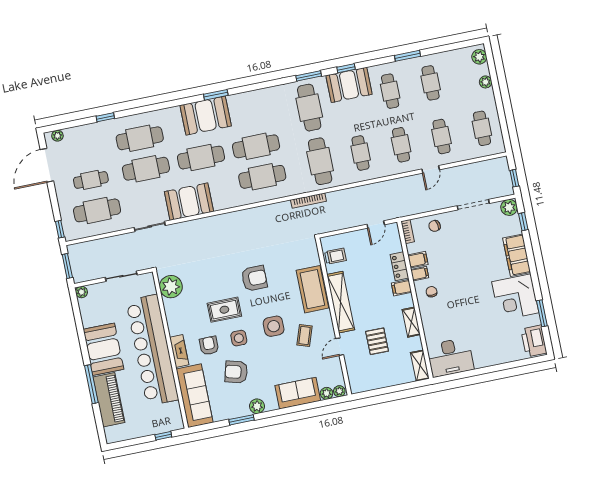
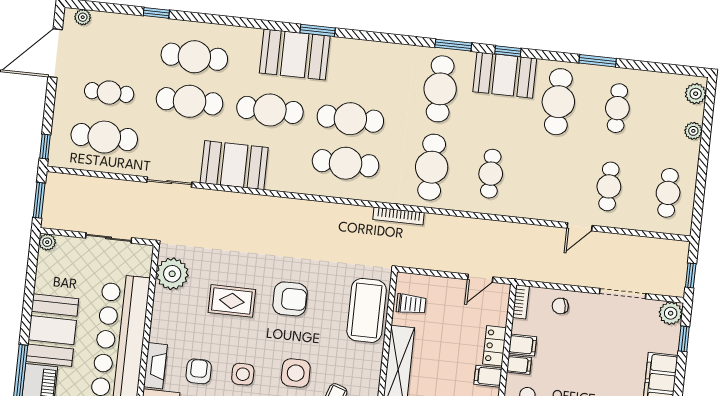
cafe table: (390, 91) -> (558, 102), width x1.37, depth x1.35
cafe table: (401, 145) -> (550, 180), removed
coffee table: (312, 289) -> (367, 310), moved
rug: (224, 310) -> (232, 301), moved

